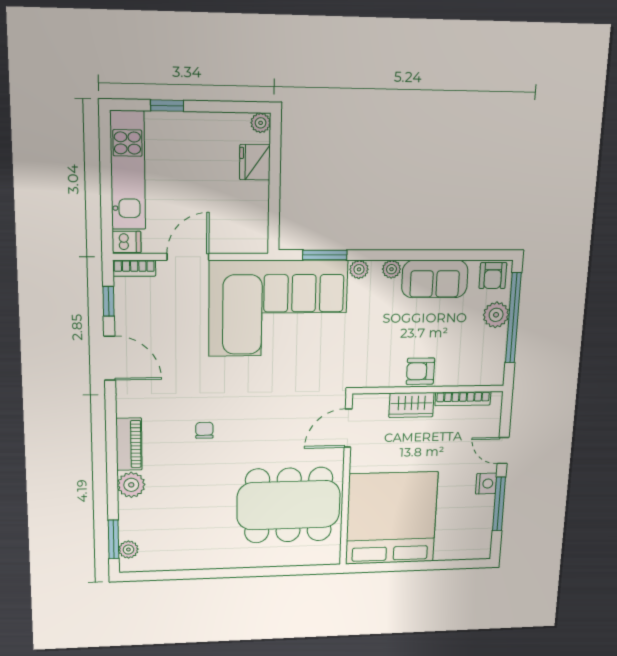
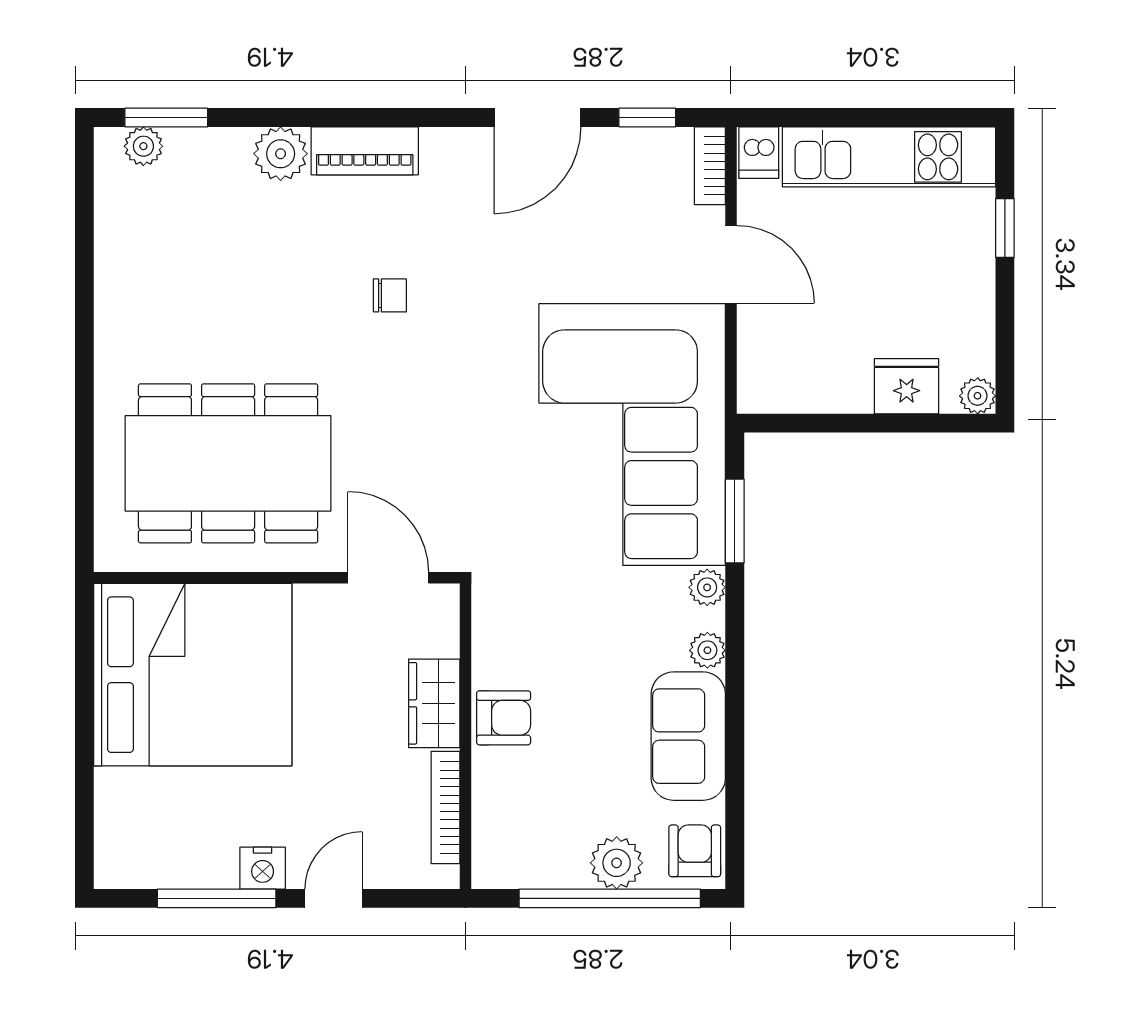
armchair: (493, 276) -> (695, 851), turned 90
armchair: (420, 371) -> (504, 718), turned 90
dining table: (289, 505) -> (228, 463), turned 90

